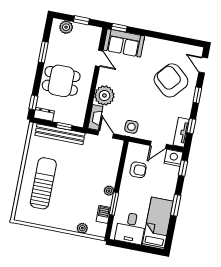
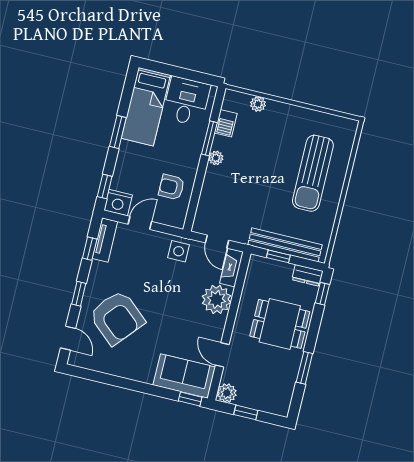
plant: (66, 27) -> (227, 393), moved

